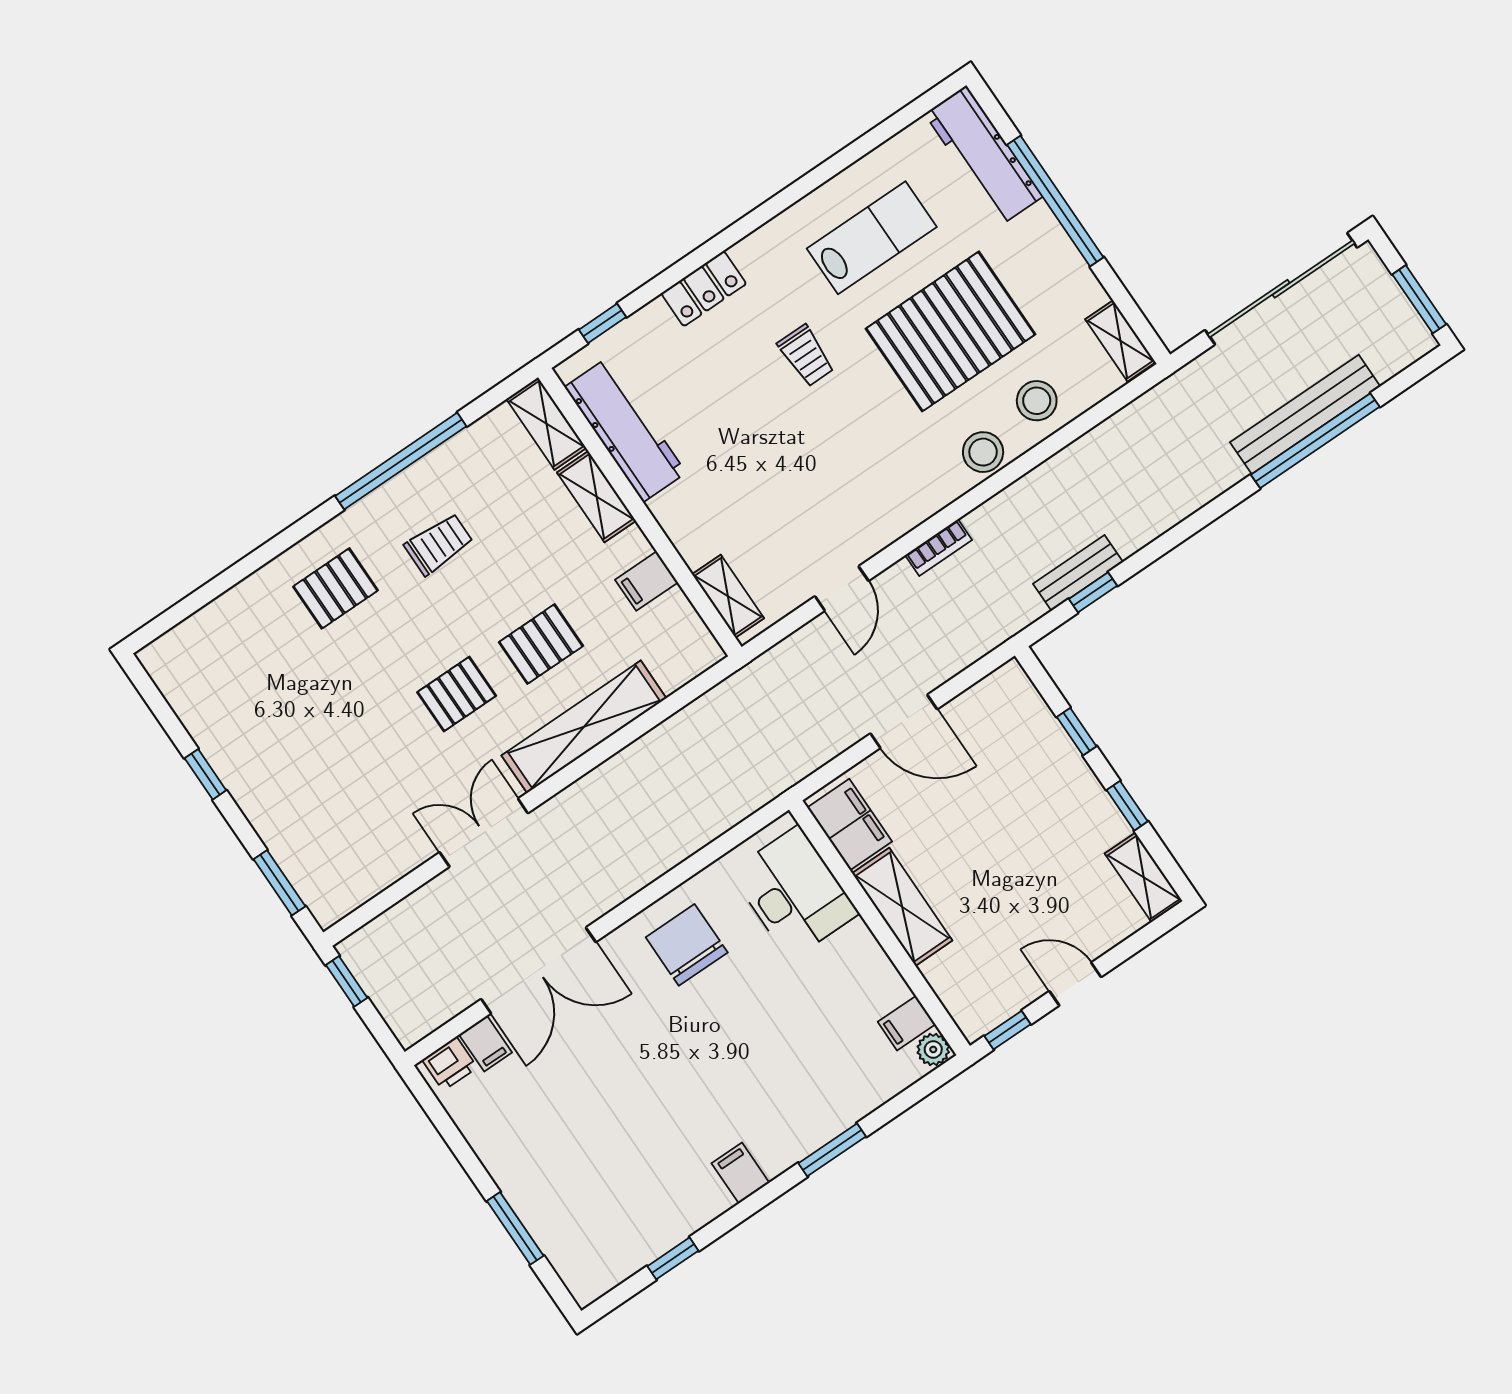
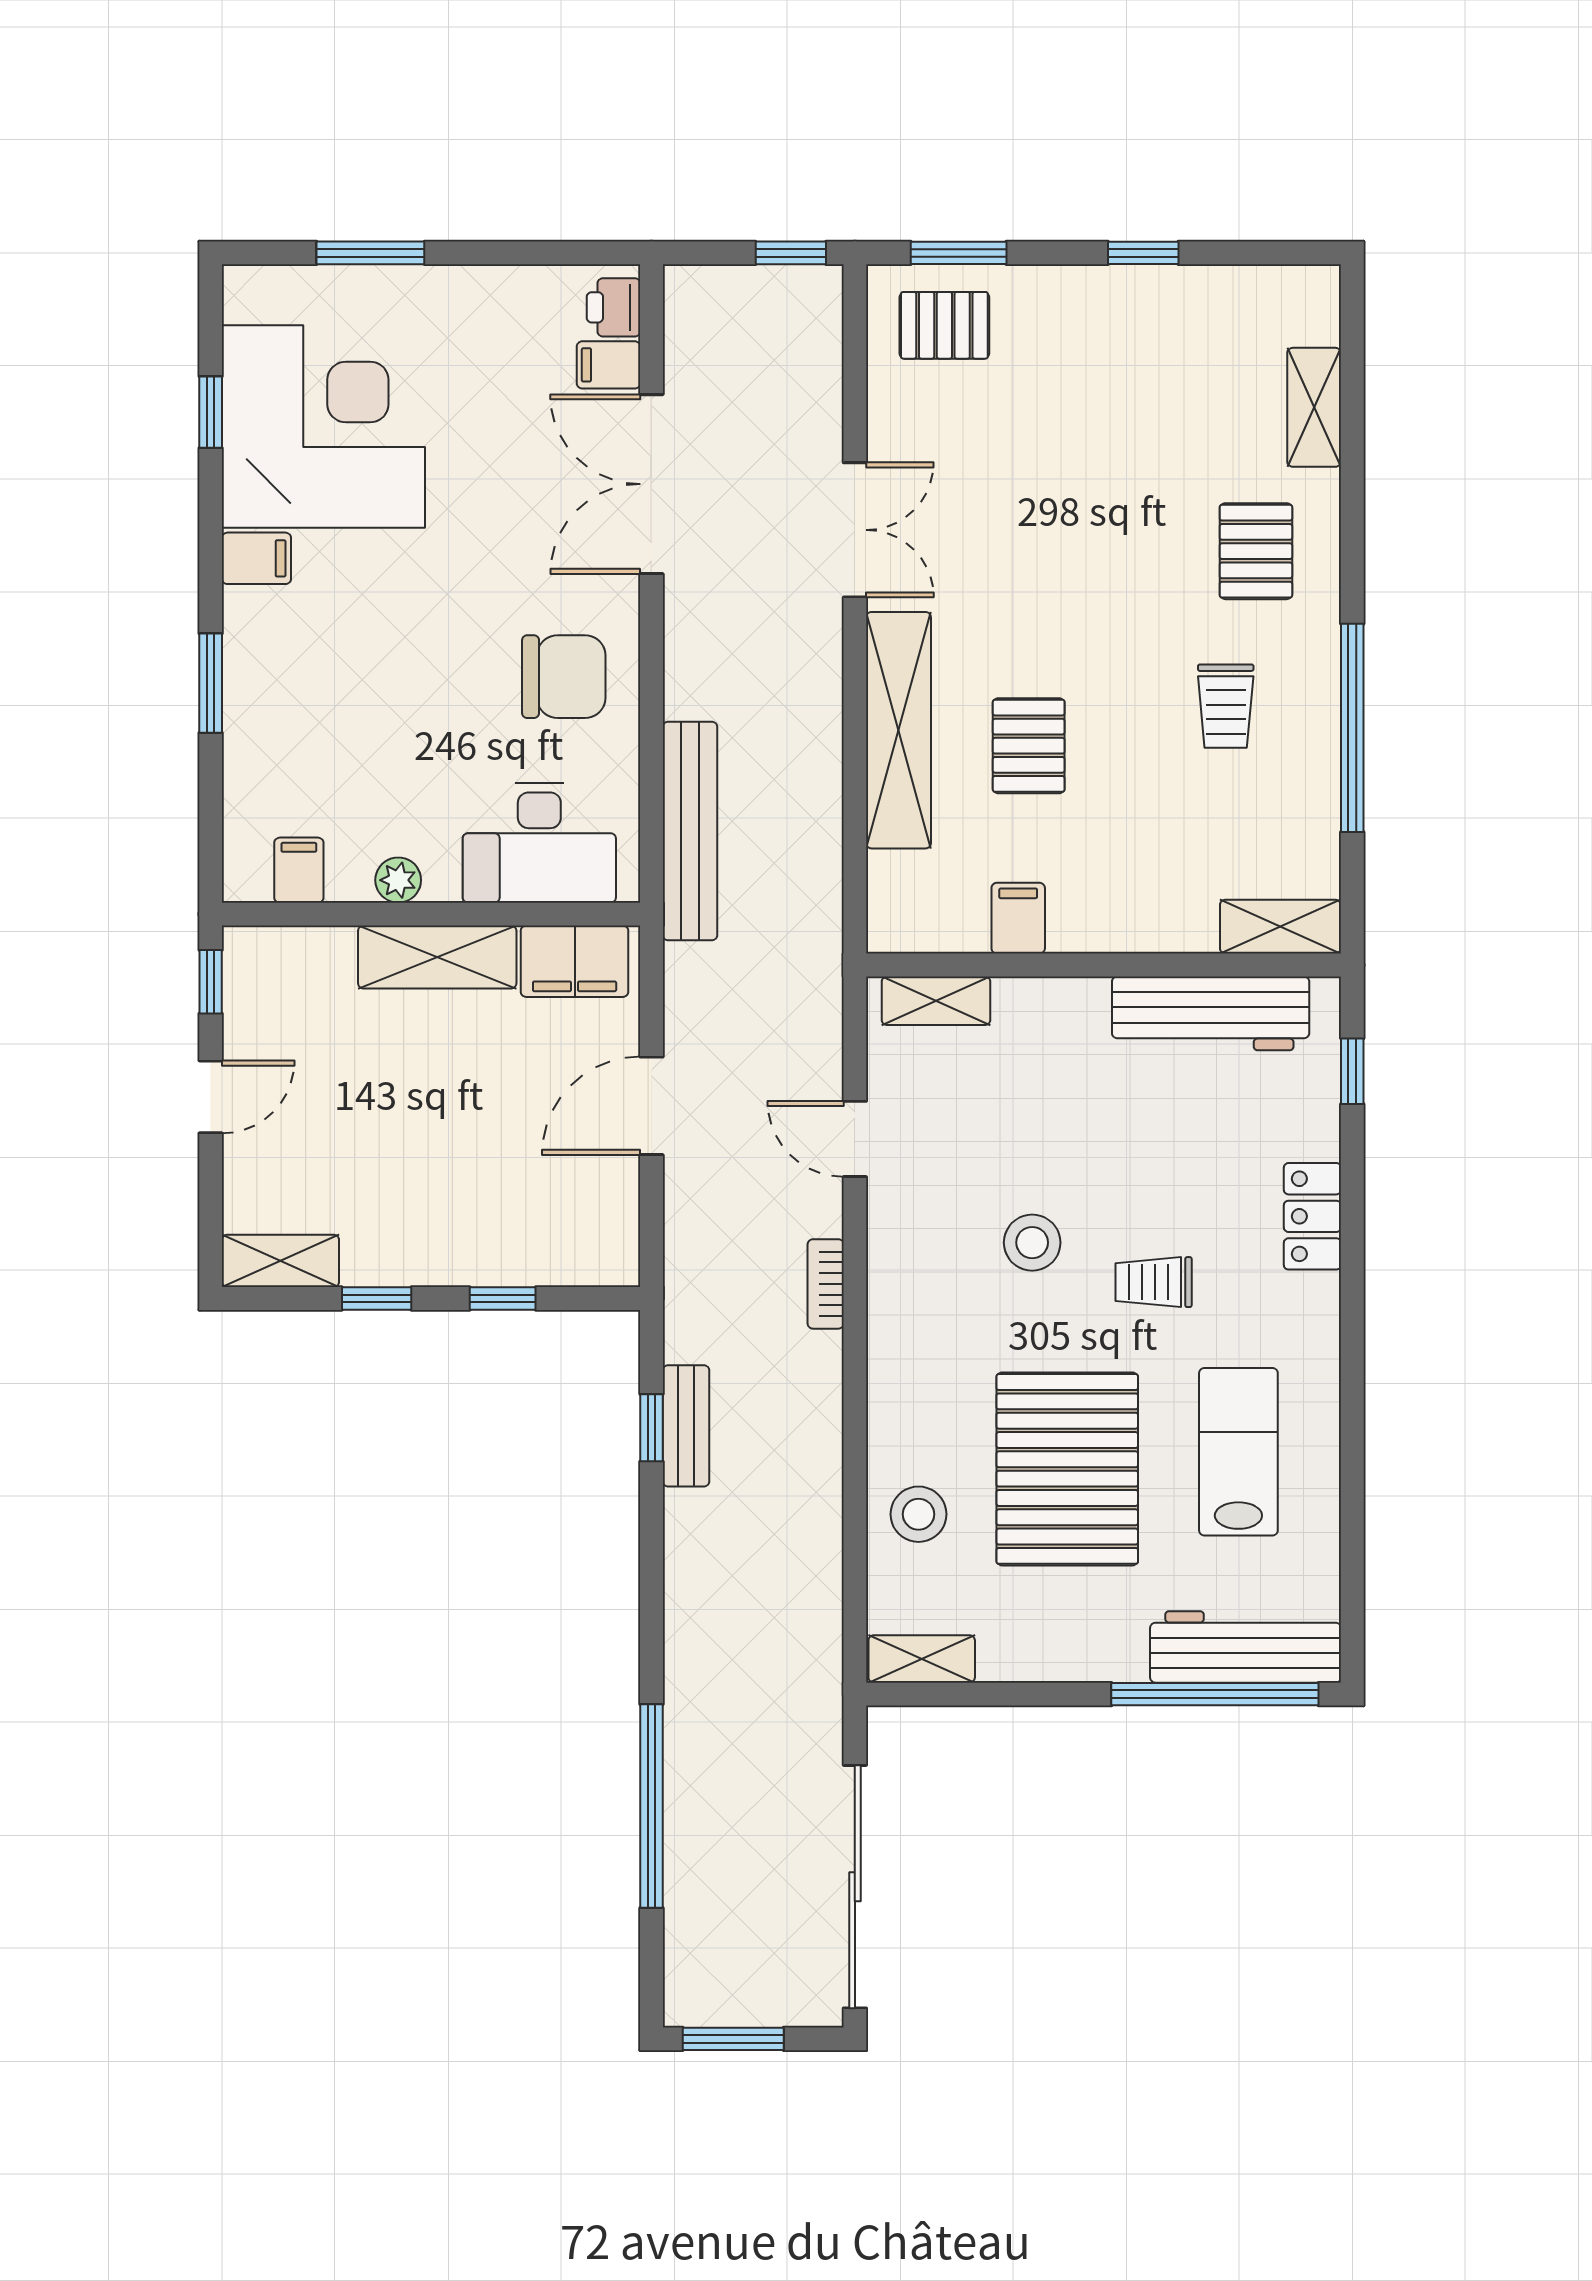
window: (1055, 201) -> (1215, 1694), moved
lab bench: (872, 238) -> (1238, 1452), turned 180
bench: (1305, 414) -> (690, 831), moved
stool: (983, 452) -> (1032, 1243), moved
shelving: (596, 497) -> (1314, 407), moved, turned 90
pallet: (457, 694) -> (944, 325), moved, turned 90
plant: (933, 1049) -> (398, 880), moved
corner desk: (636, 1186) -> (323, 426), added

